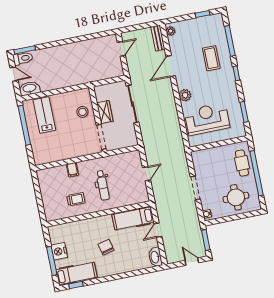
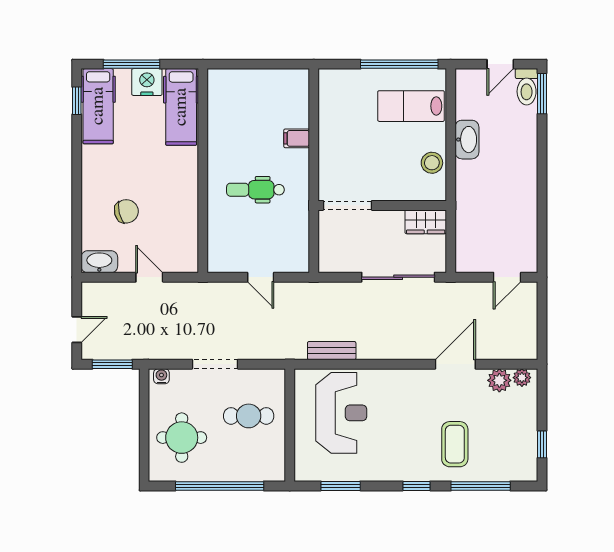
bench: (158, 38) -> (332, 351), moved
door: (121, 49) -> (507, 277), hinge flipped
coffee table: (211, 58) -> (455, 444), turned 90
door: (171, 66) -> (455, 364), hinge flipped
washbasin: (29, 88) -> (467, 140), moved
plant: (185, 95) -> (499, 380), moved
stool: (82, 112) -> (432, 163), moved
wardrobe: (105, 112) -> (426, 222), moved
lab bench: (44, 115) -> (411, 106), turned 180
cafe table: (242, 163) -> (249, 416), moved
trolley: (76, 199) -> (239, 134), removed
hospital bed: (133, 218) -> (181, 107), moved, turned 180
chair: (106, 247) -> (126, 211), moved

